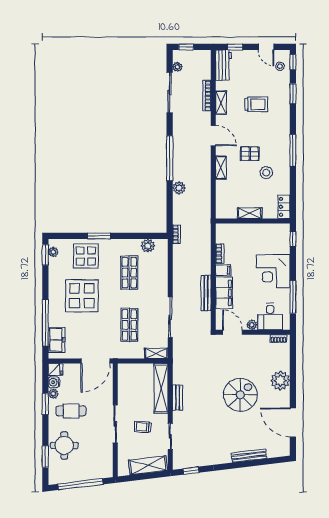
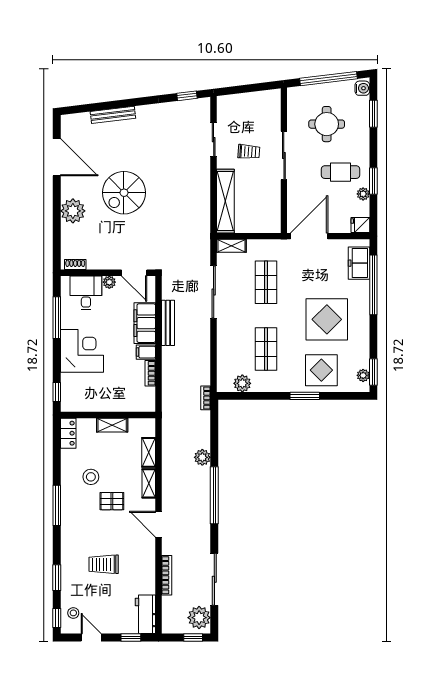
plant: (177, 67) -> (199, 618), width x1.88, depth x1.88
shelving: (221, 103) -> (149, 452), moved
water cooler: (54, 382) -> (362, 88), moved
bench: (178, 398) -> (204, 189), removed
round table: (64, 445) -> (327, 124), moved
shelving: (148, 465) -> (242, 103), removed

